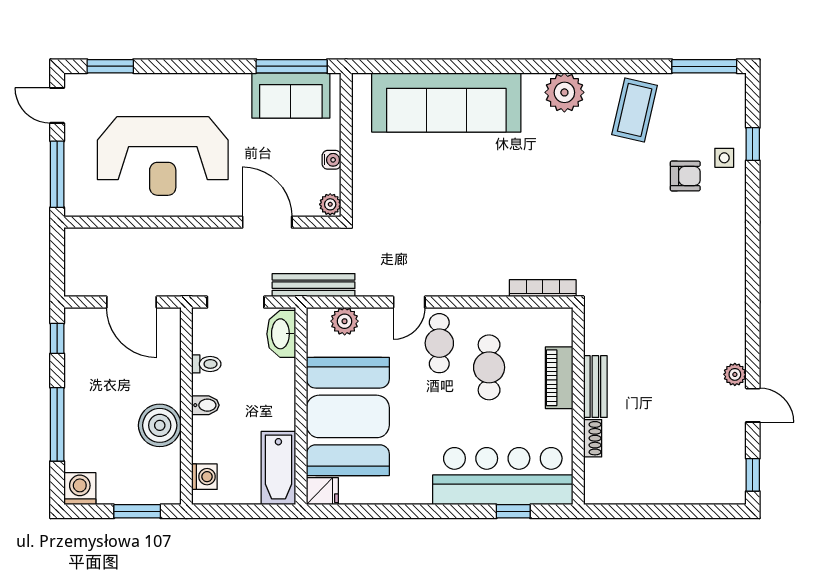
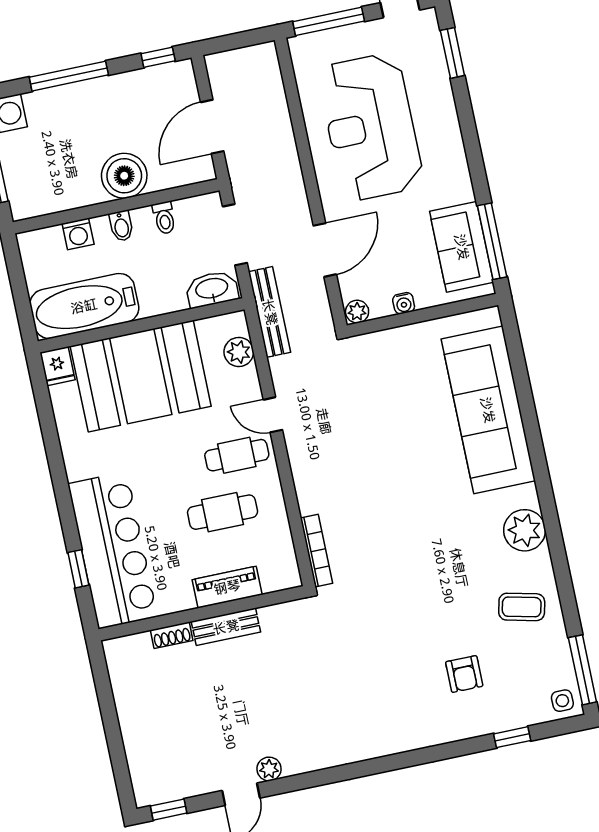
coffee table: (635, 110) -> (522, 607), width x0.73, depth x0.77
side table: (724, 158) -> (562, 701), moved
boiler: (160, 425) -> (124, 176), moved
bathtub: (278, 468) -> (84, 306), width x1.36, depth x1.36
washing machine: (204, 477) -> (78, 234), moved

